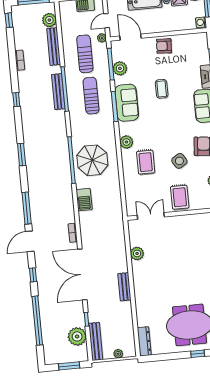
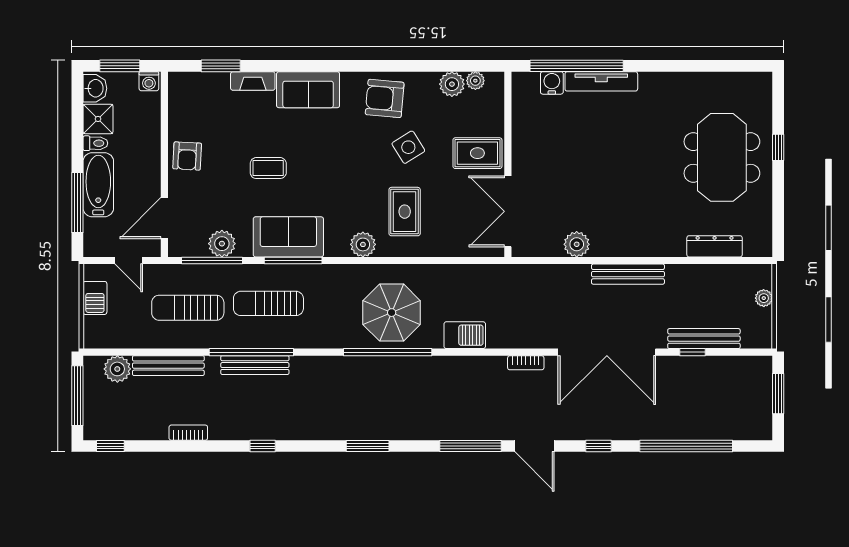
plant: (102, 38) -> (161, 273), removed
rug: (146, 162) -> (405, 212), turned 90
double door: (151, 216) -> (508, 211), width x1.37
bench: (125, 287) -> (628, 274), width x1.36
plant: (77, 336) -> (724, 373), removed
bench: (96, 341) -> (704, 339), moved
dresser: (144, 341) -> (715, 246), moved

